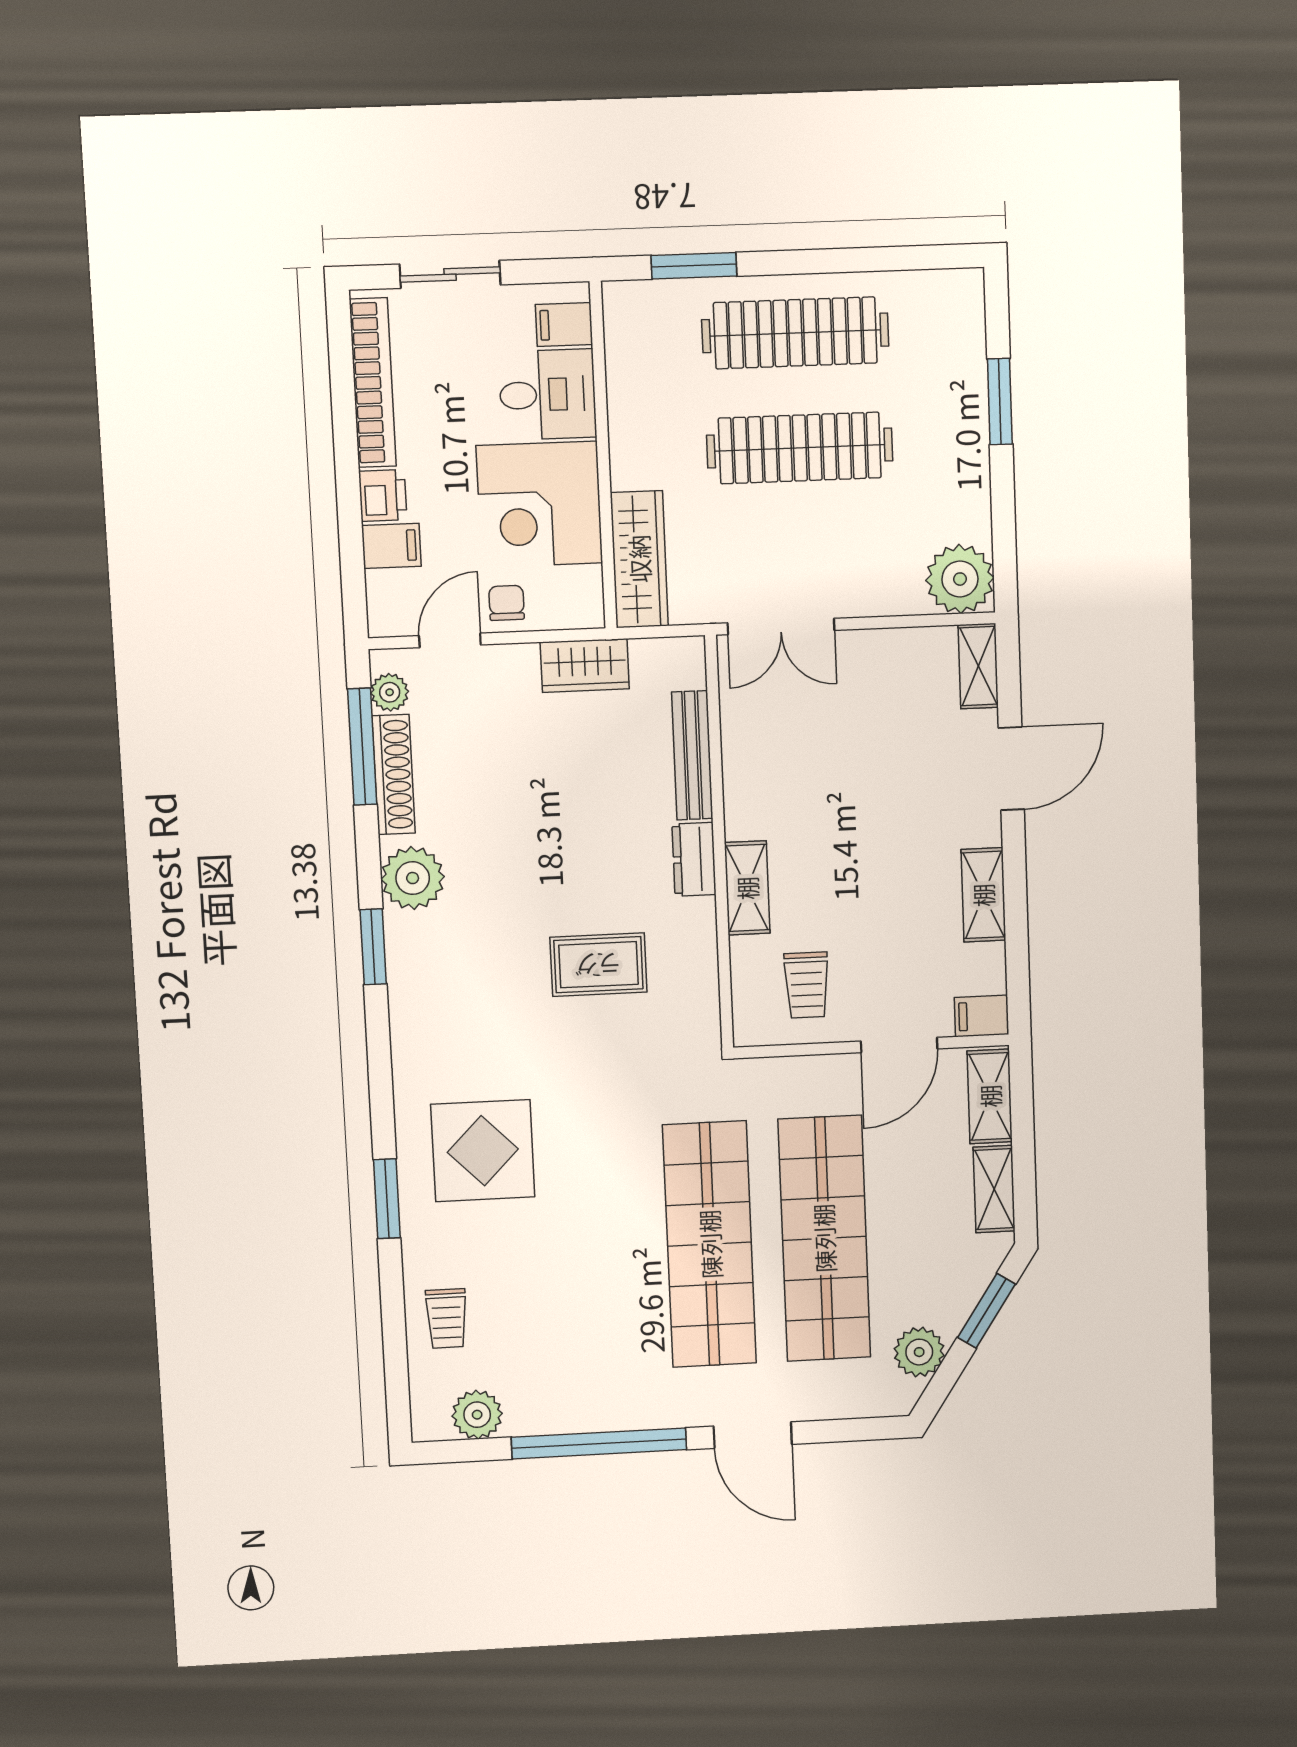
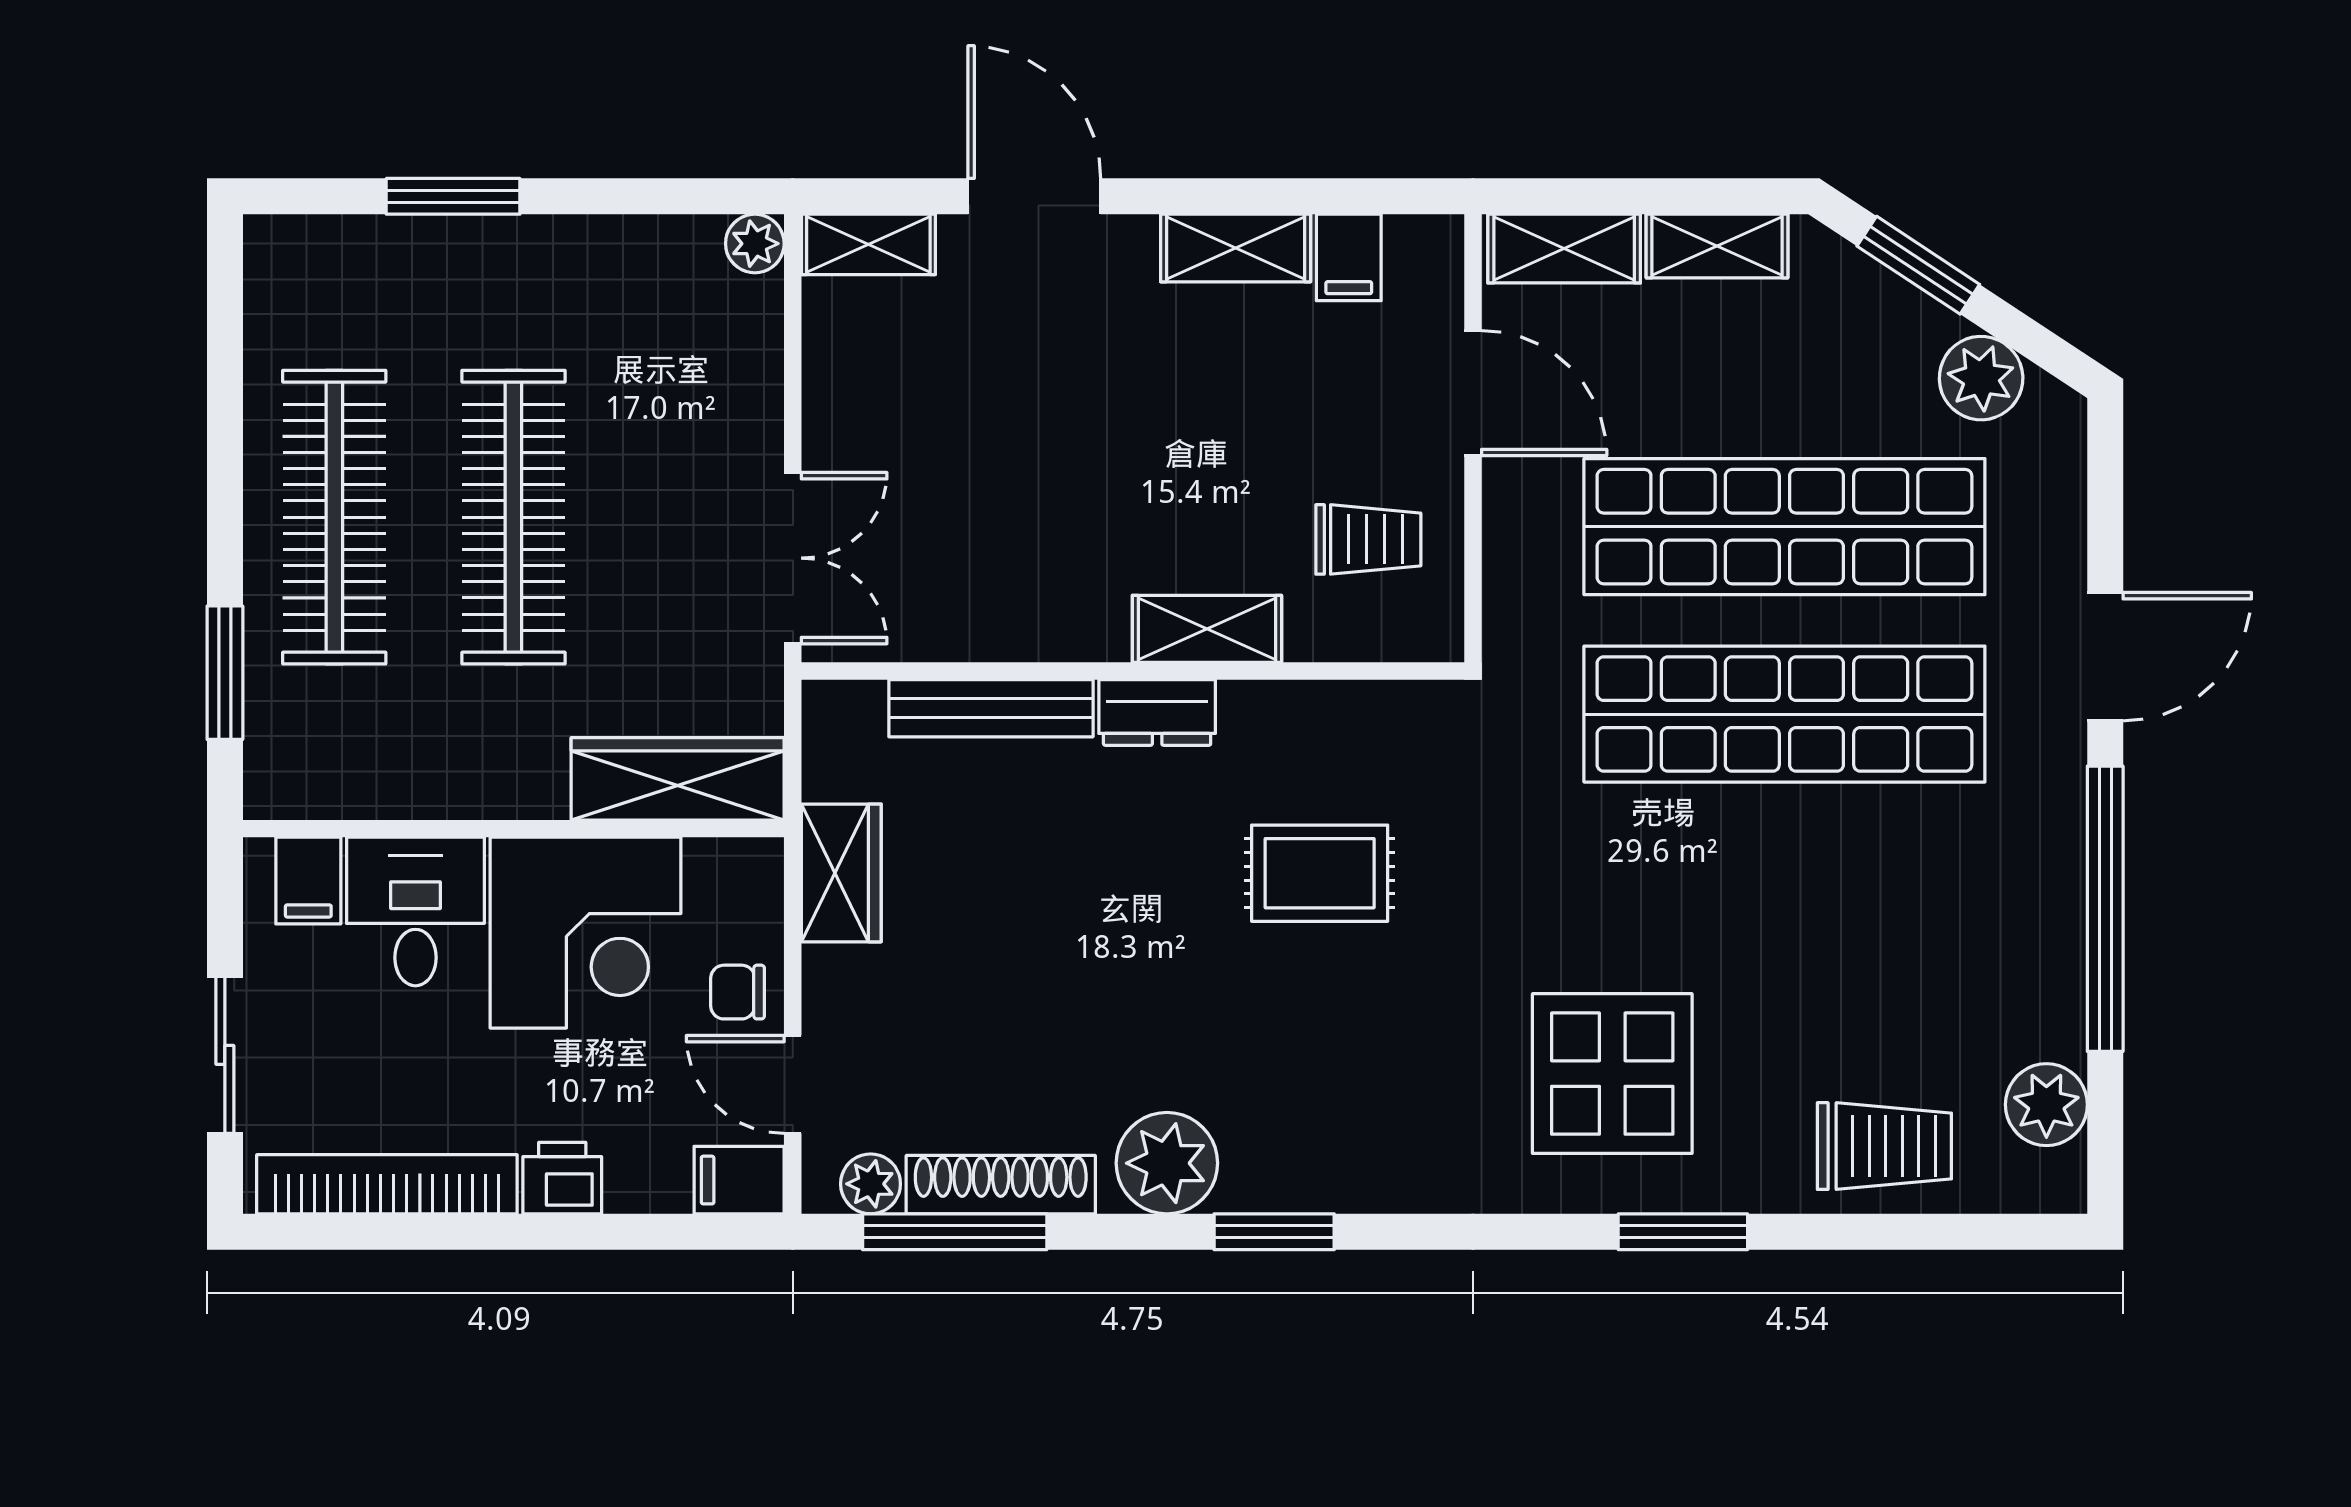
filing cabinet: (391, 546) -> (739, 1180), moved, turned -90
plant: (960, 579) -> (755, 244), width x0.53, depth x0.53
rug: (598, 965) -> (1320, 873), turned 90
filing cabinet: (982, 1016) -> (1349, 257), moved
trolley: (447, 1318) -> (1884, 1146), width x1.36, depth x1.39

